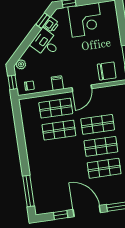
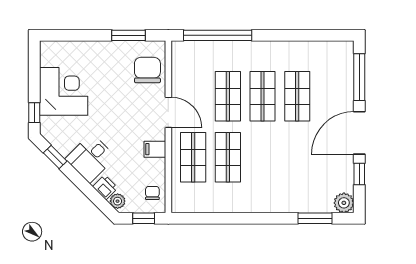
printer: (51, 25) -> (105, 187), moved
window: (28, 191) -> (315, 218), width x0.69
plant: (41, 208) -> (344, 203), added

